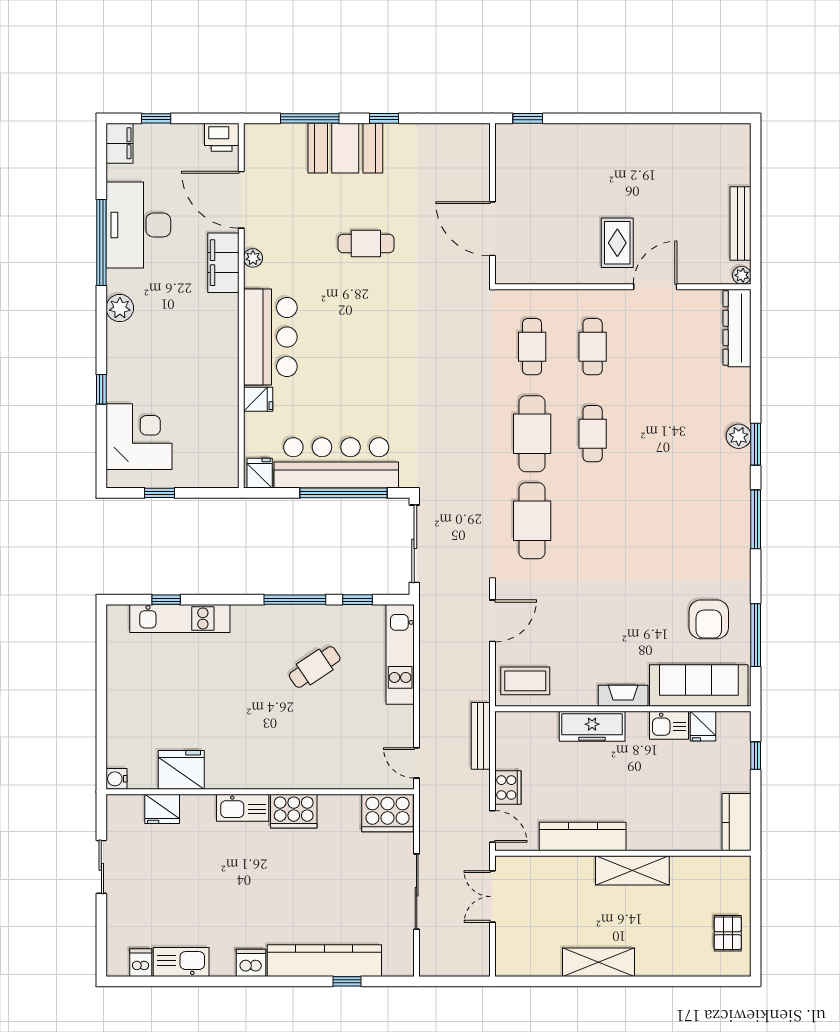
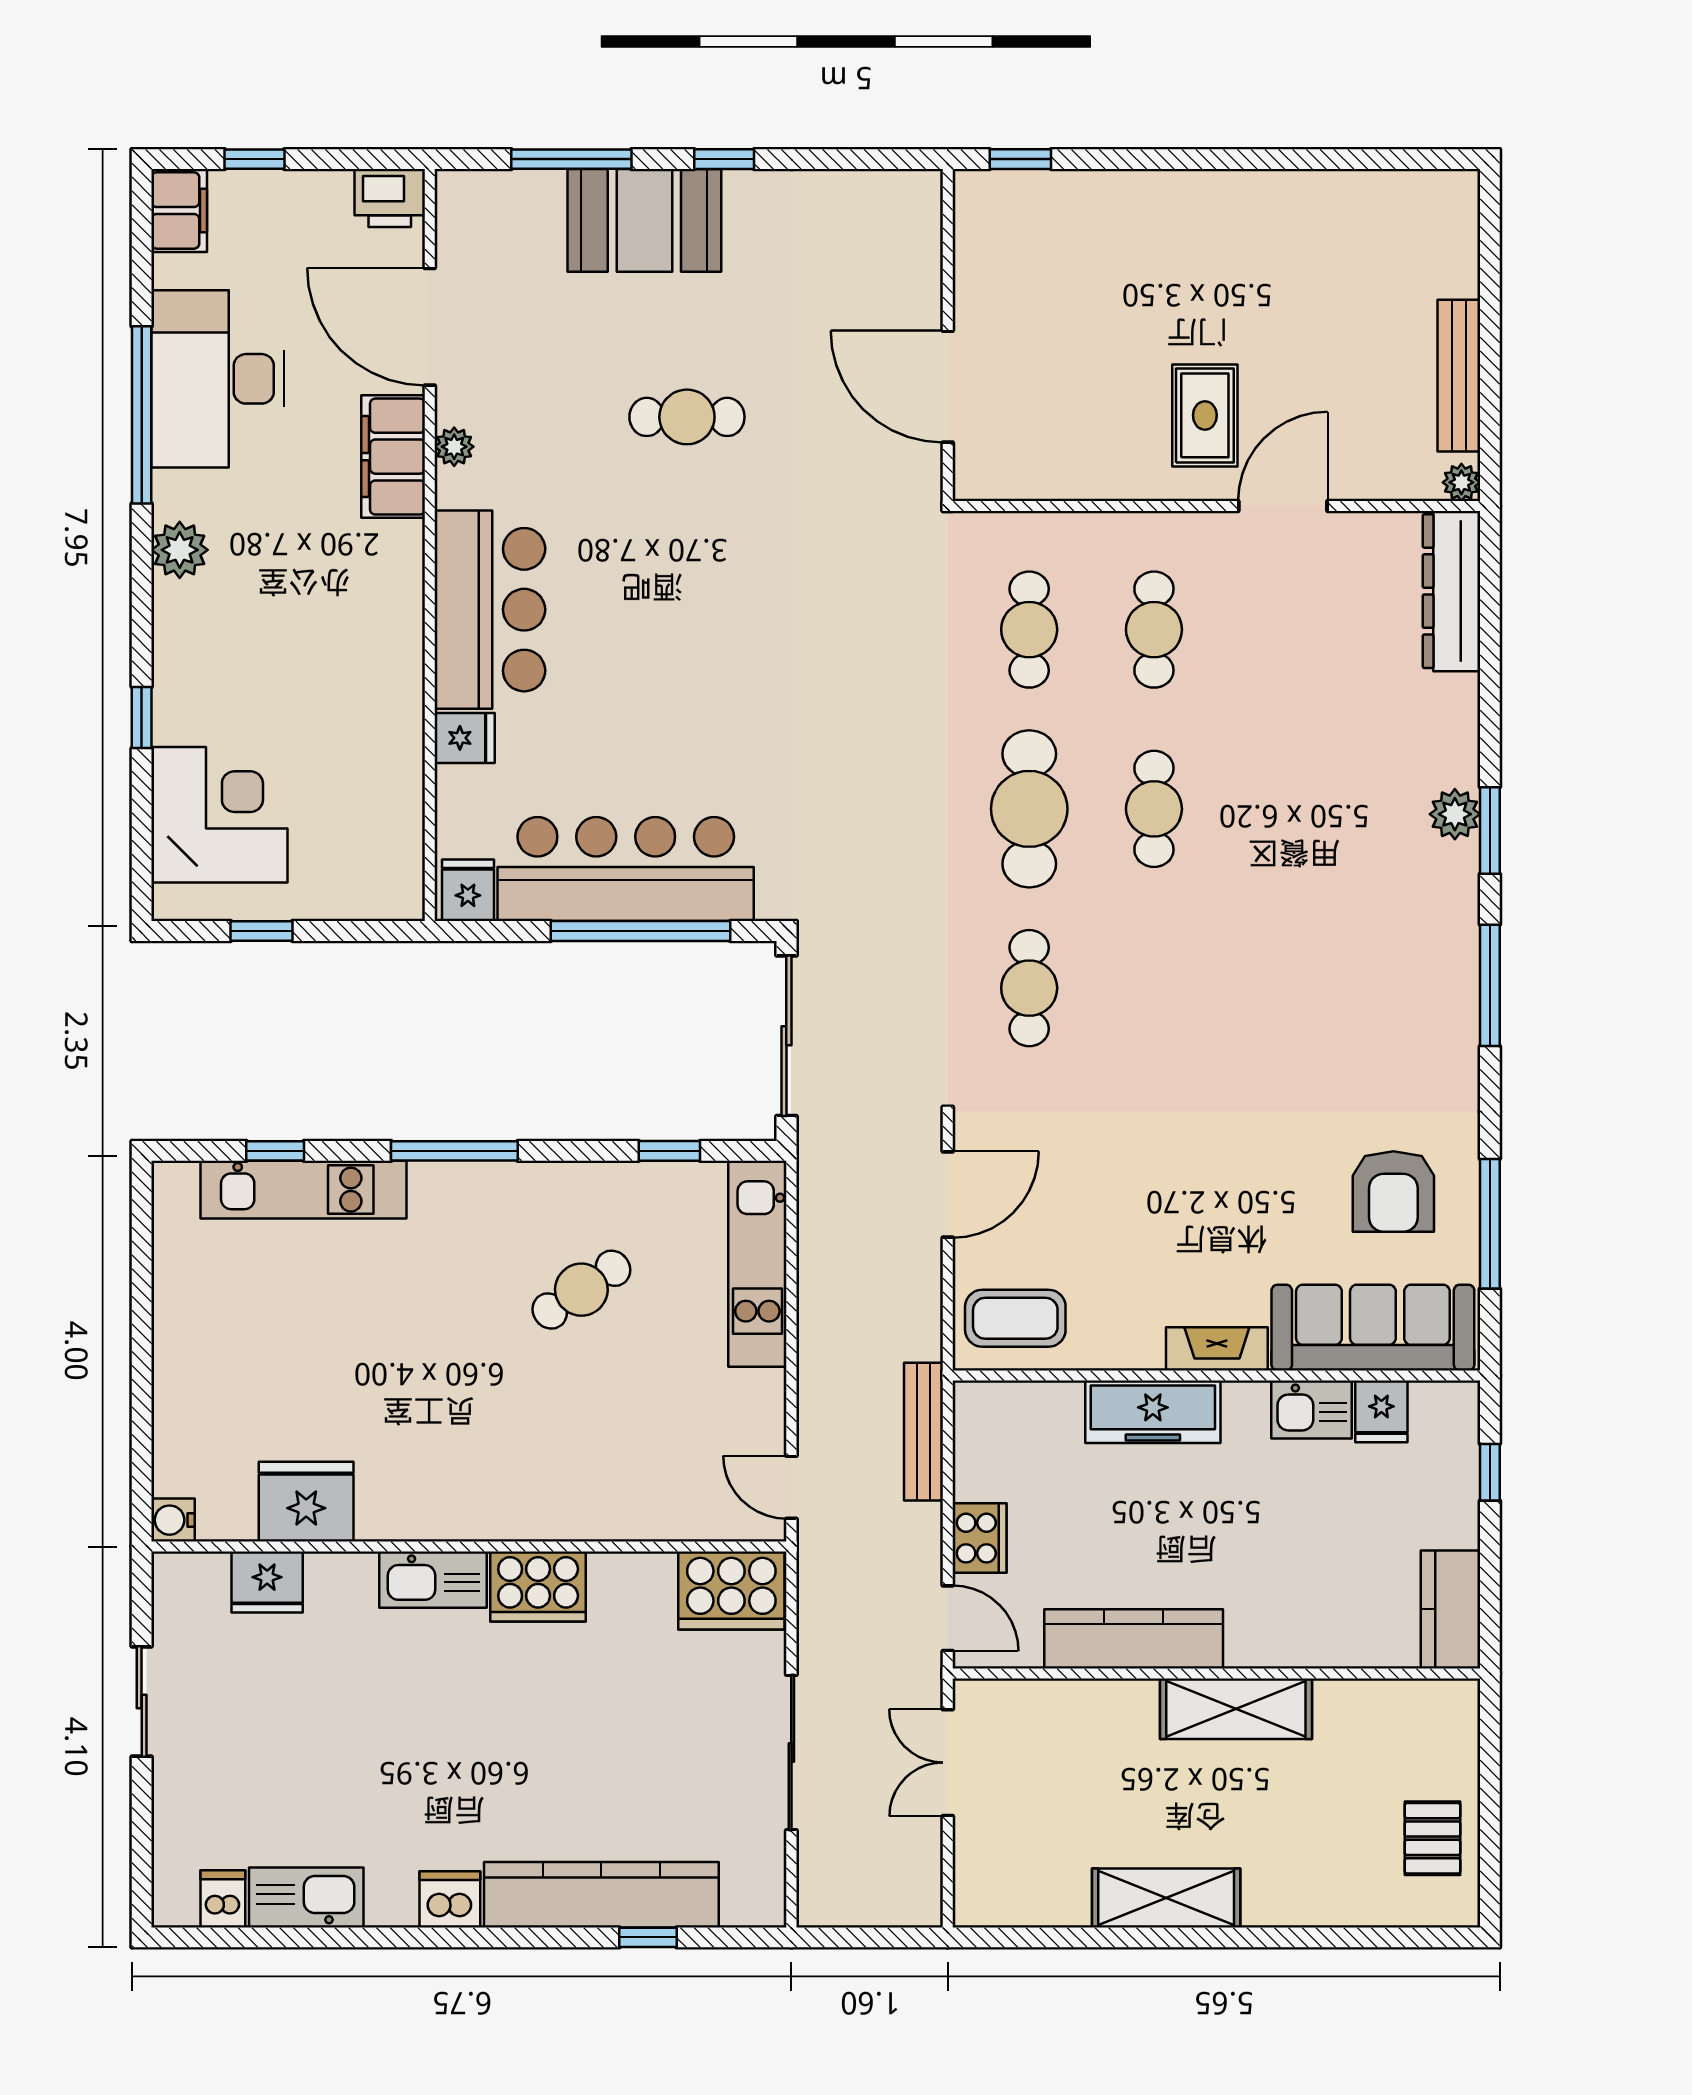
cafe table: (532, 521) -> (1029, 988), width x0.73, depth x0.74
window: (295, 600) -> (454, 1151), moved

